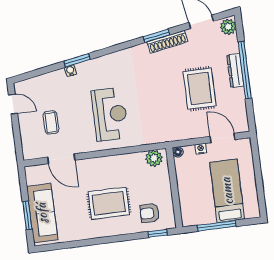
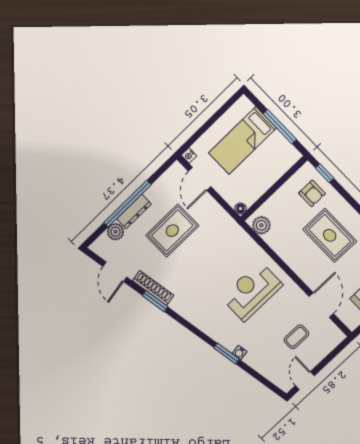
plant: (228, 27) -> (116, 232), moved
nightstand: (201, 149) -> (189, 155), moved

